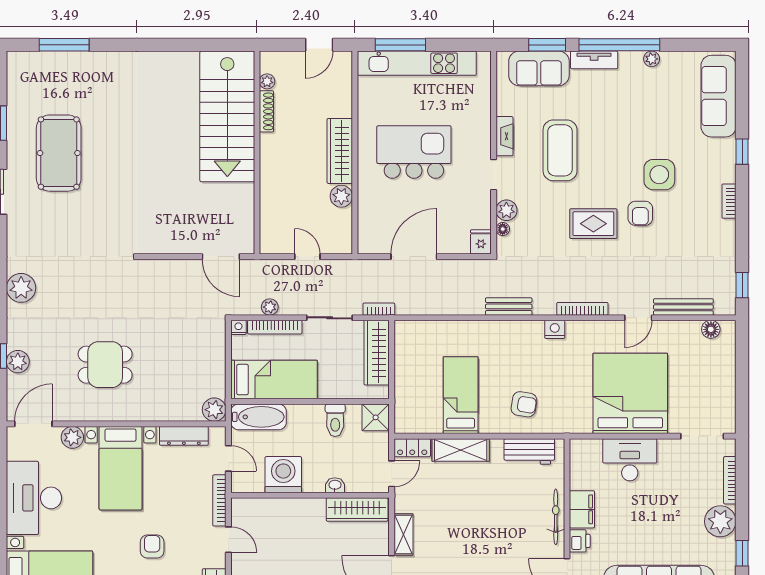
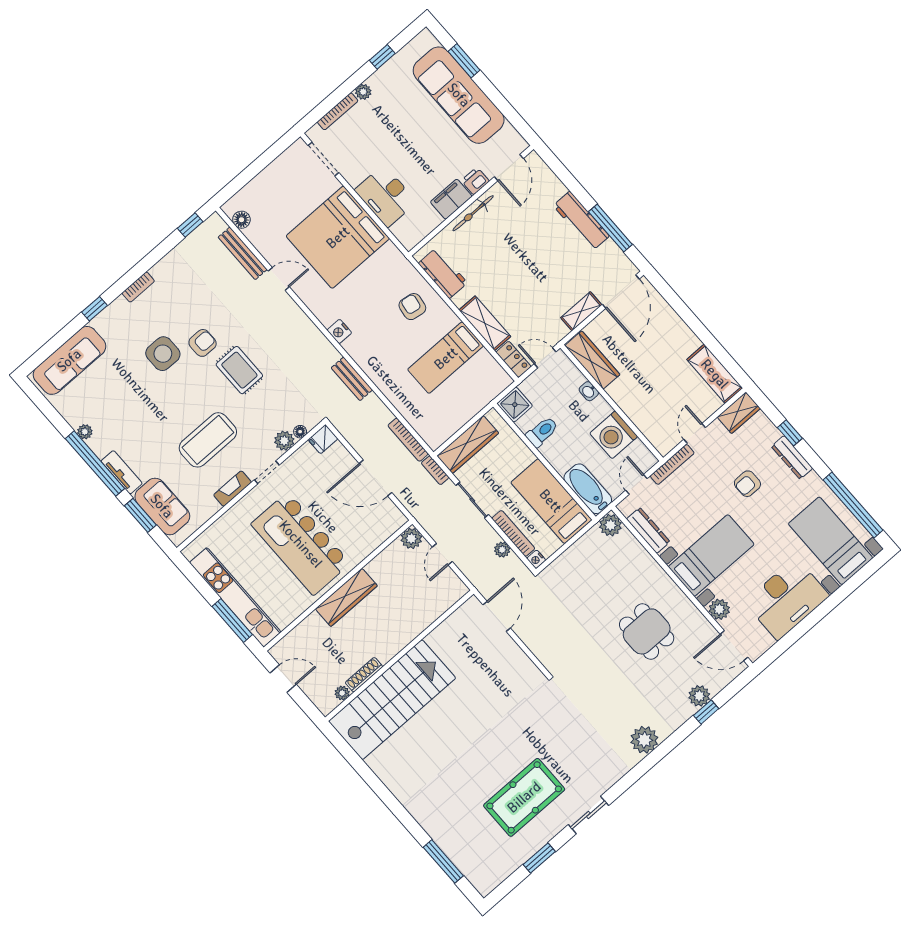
kitchen island: (414, 152) -> (301, 544), width x1.37
plant: (341, 196) -> (411, 538), moved
bookcase: (582, 309) -> (408, 440), moved
plant: (720, 521) -> (363, 92), width x0.53, depth x0.53

